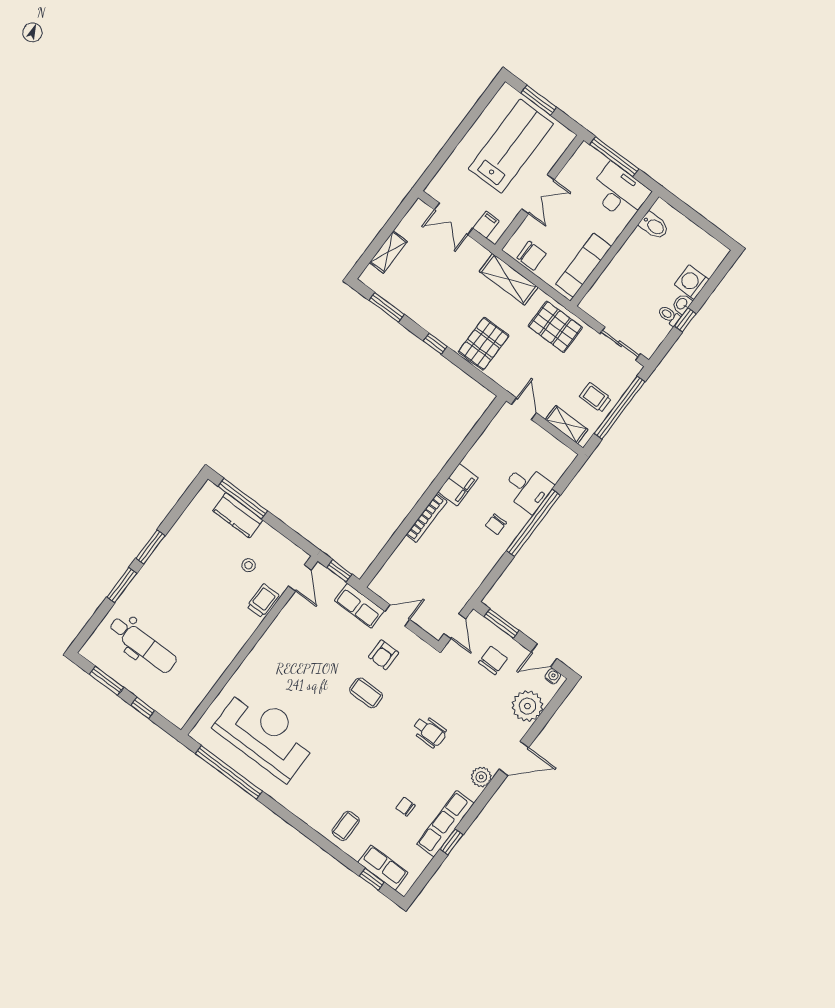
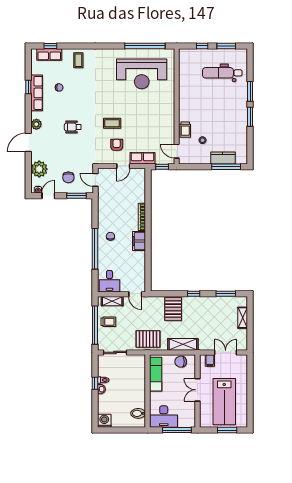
washing machine: (692, 282) -> (104, 421), moved, turned -90
desk: (528, 488) -> (109, 281), moved, turned -90

